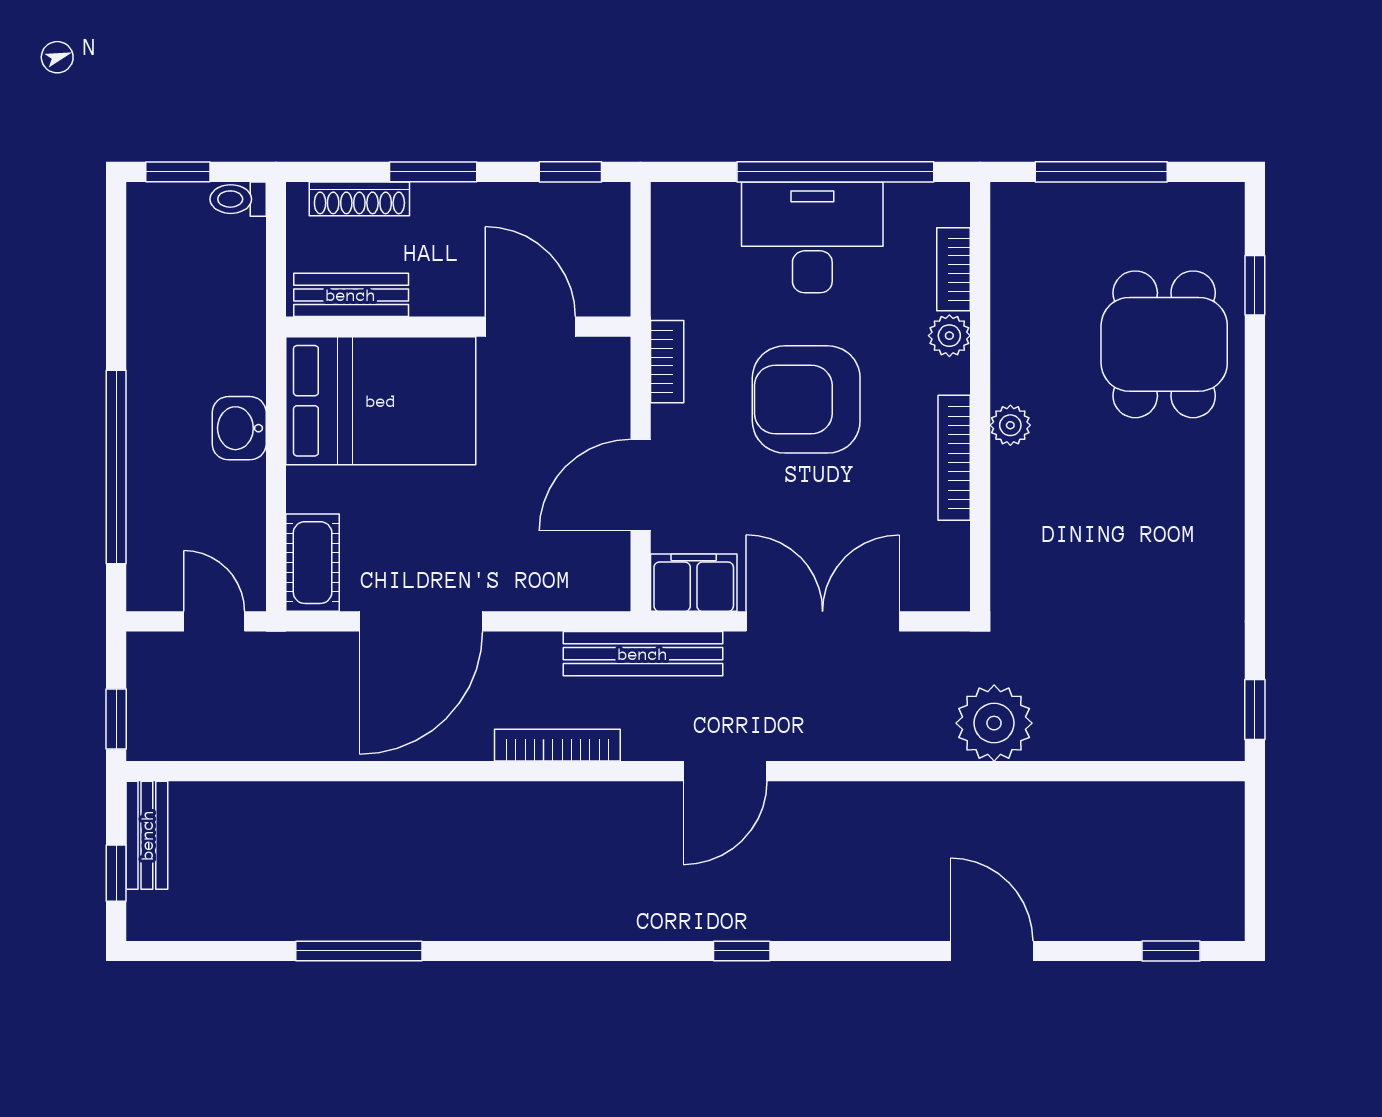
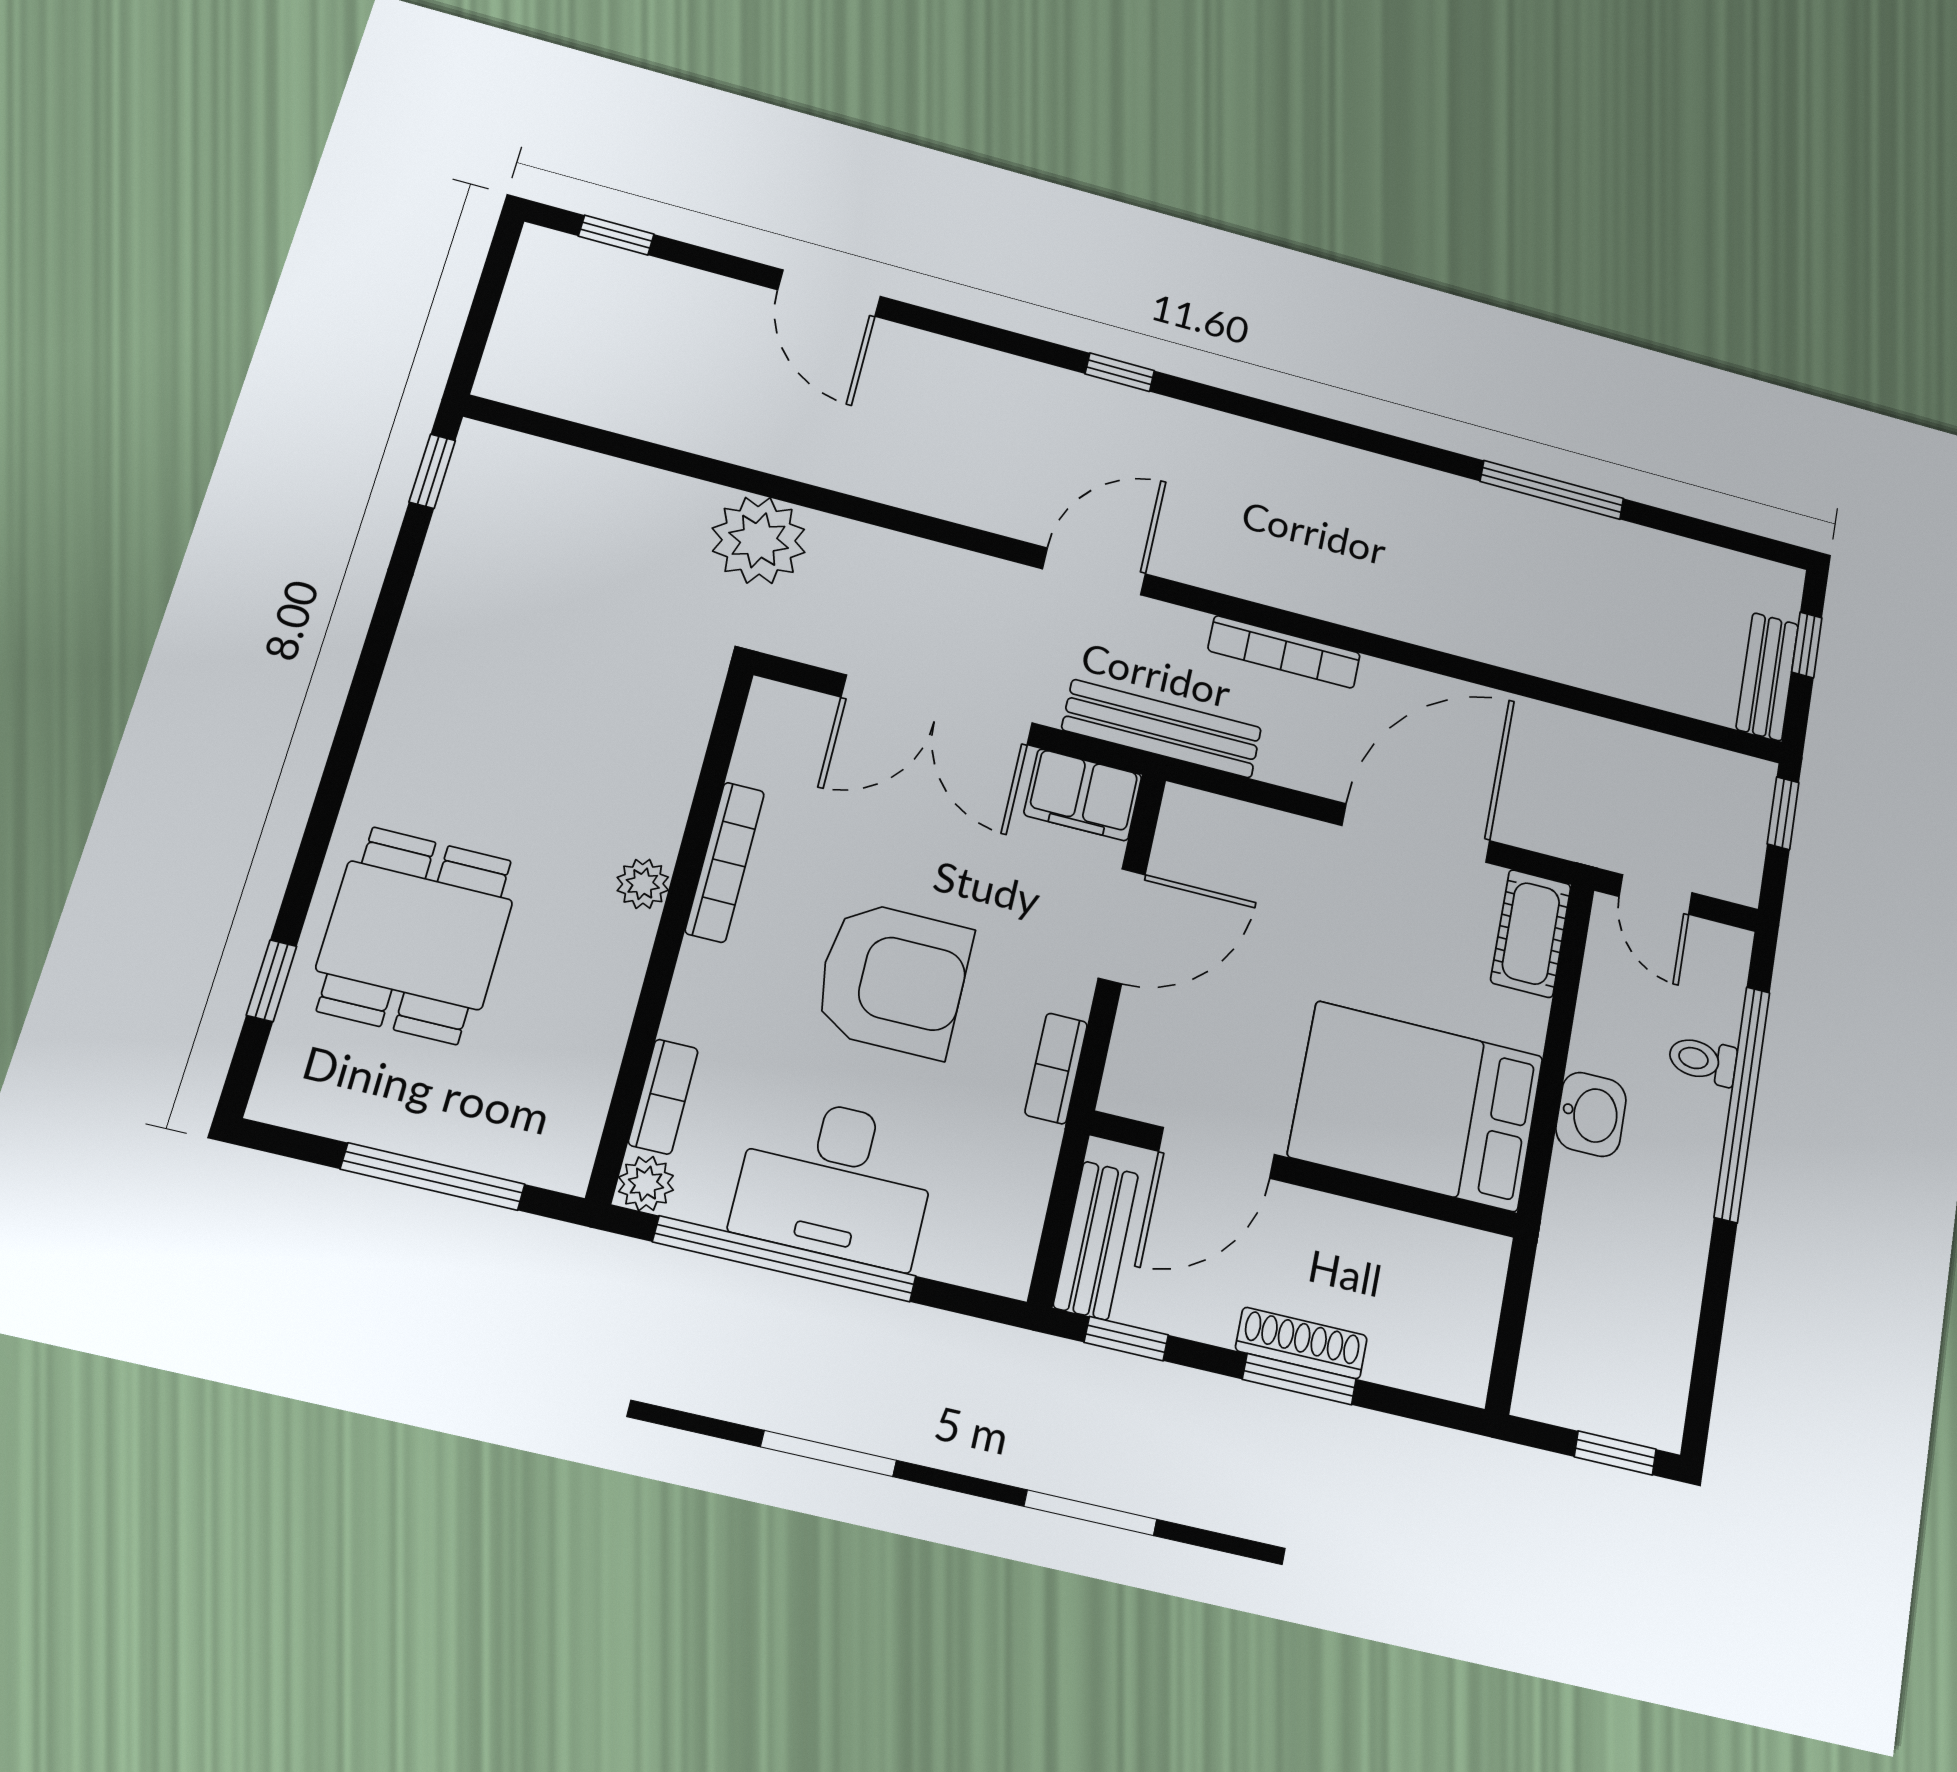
toilet: (238, 199) -> (1703, 1060), moved, turned 180
shoe rack: (359, 199) -> (1301, 1343), moved
bench: (351, 295) -> (1096, 1240), moved, turned 90
door: (530, 327) -> (1217, 1153), hinge flipped
plant: (949, 336) -> (646, 1184), moved

